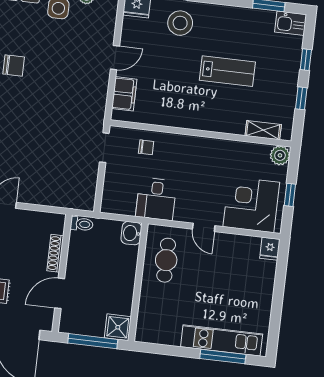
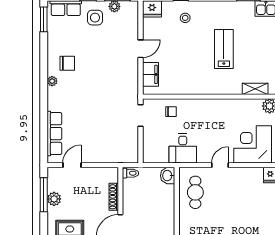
stool: (180, 23) -> (185, 18), width x0.53, depth x0.53
lab bench: (227, 71) -> (224, 49), turned -90
door: (204, 227) -> (220, 165), swing flipped

